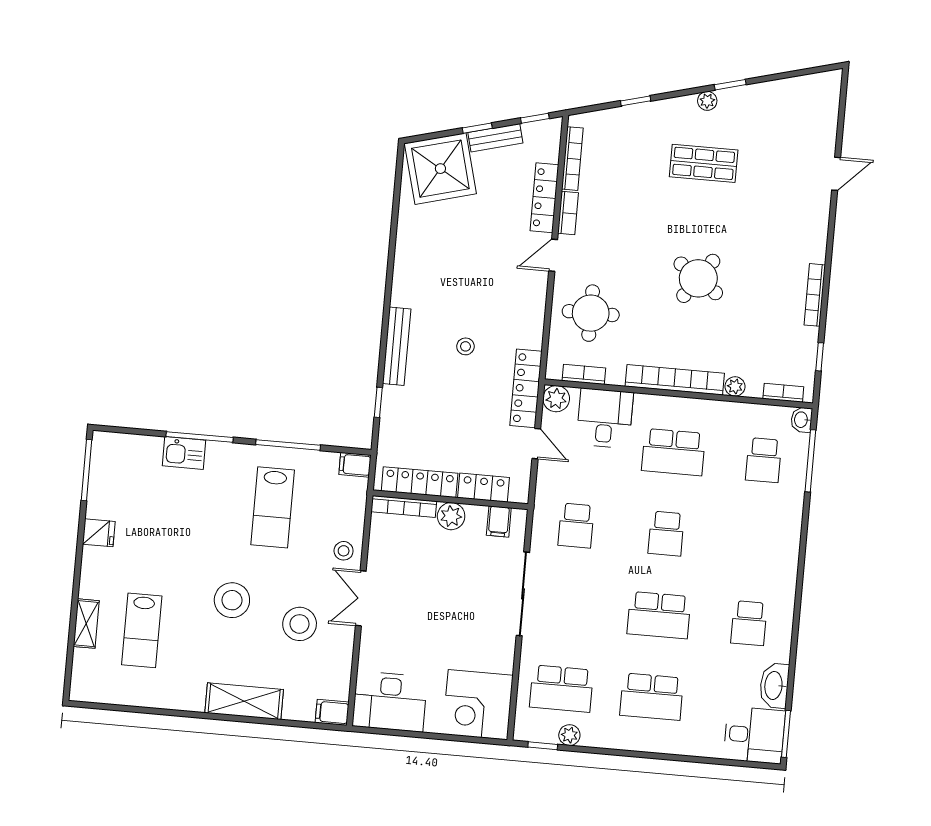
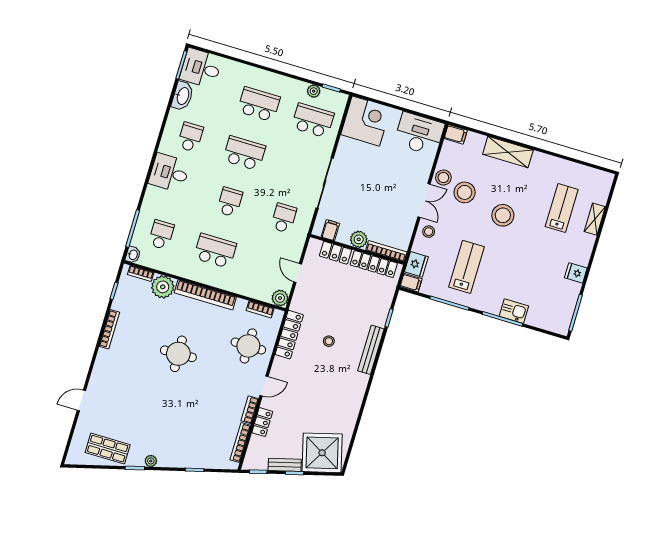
shop shelf: (704, 163) -> (108, 449), moved
locker: (544, 198) -> (262, 422), width x0.66
round table: (698, 278) -> (178, 354), turned -37
plant: (735, 386) -> (163, 287), width x1.87, depth x1.87
locker: (526, 388) -> (289, 335), moved
desk: (605, 418) -> (169, 173), moved, turned 90
fridge: (352, 495) -> (416, 264), added
stool: (338, 641) -> (443, 178), added

